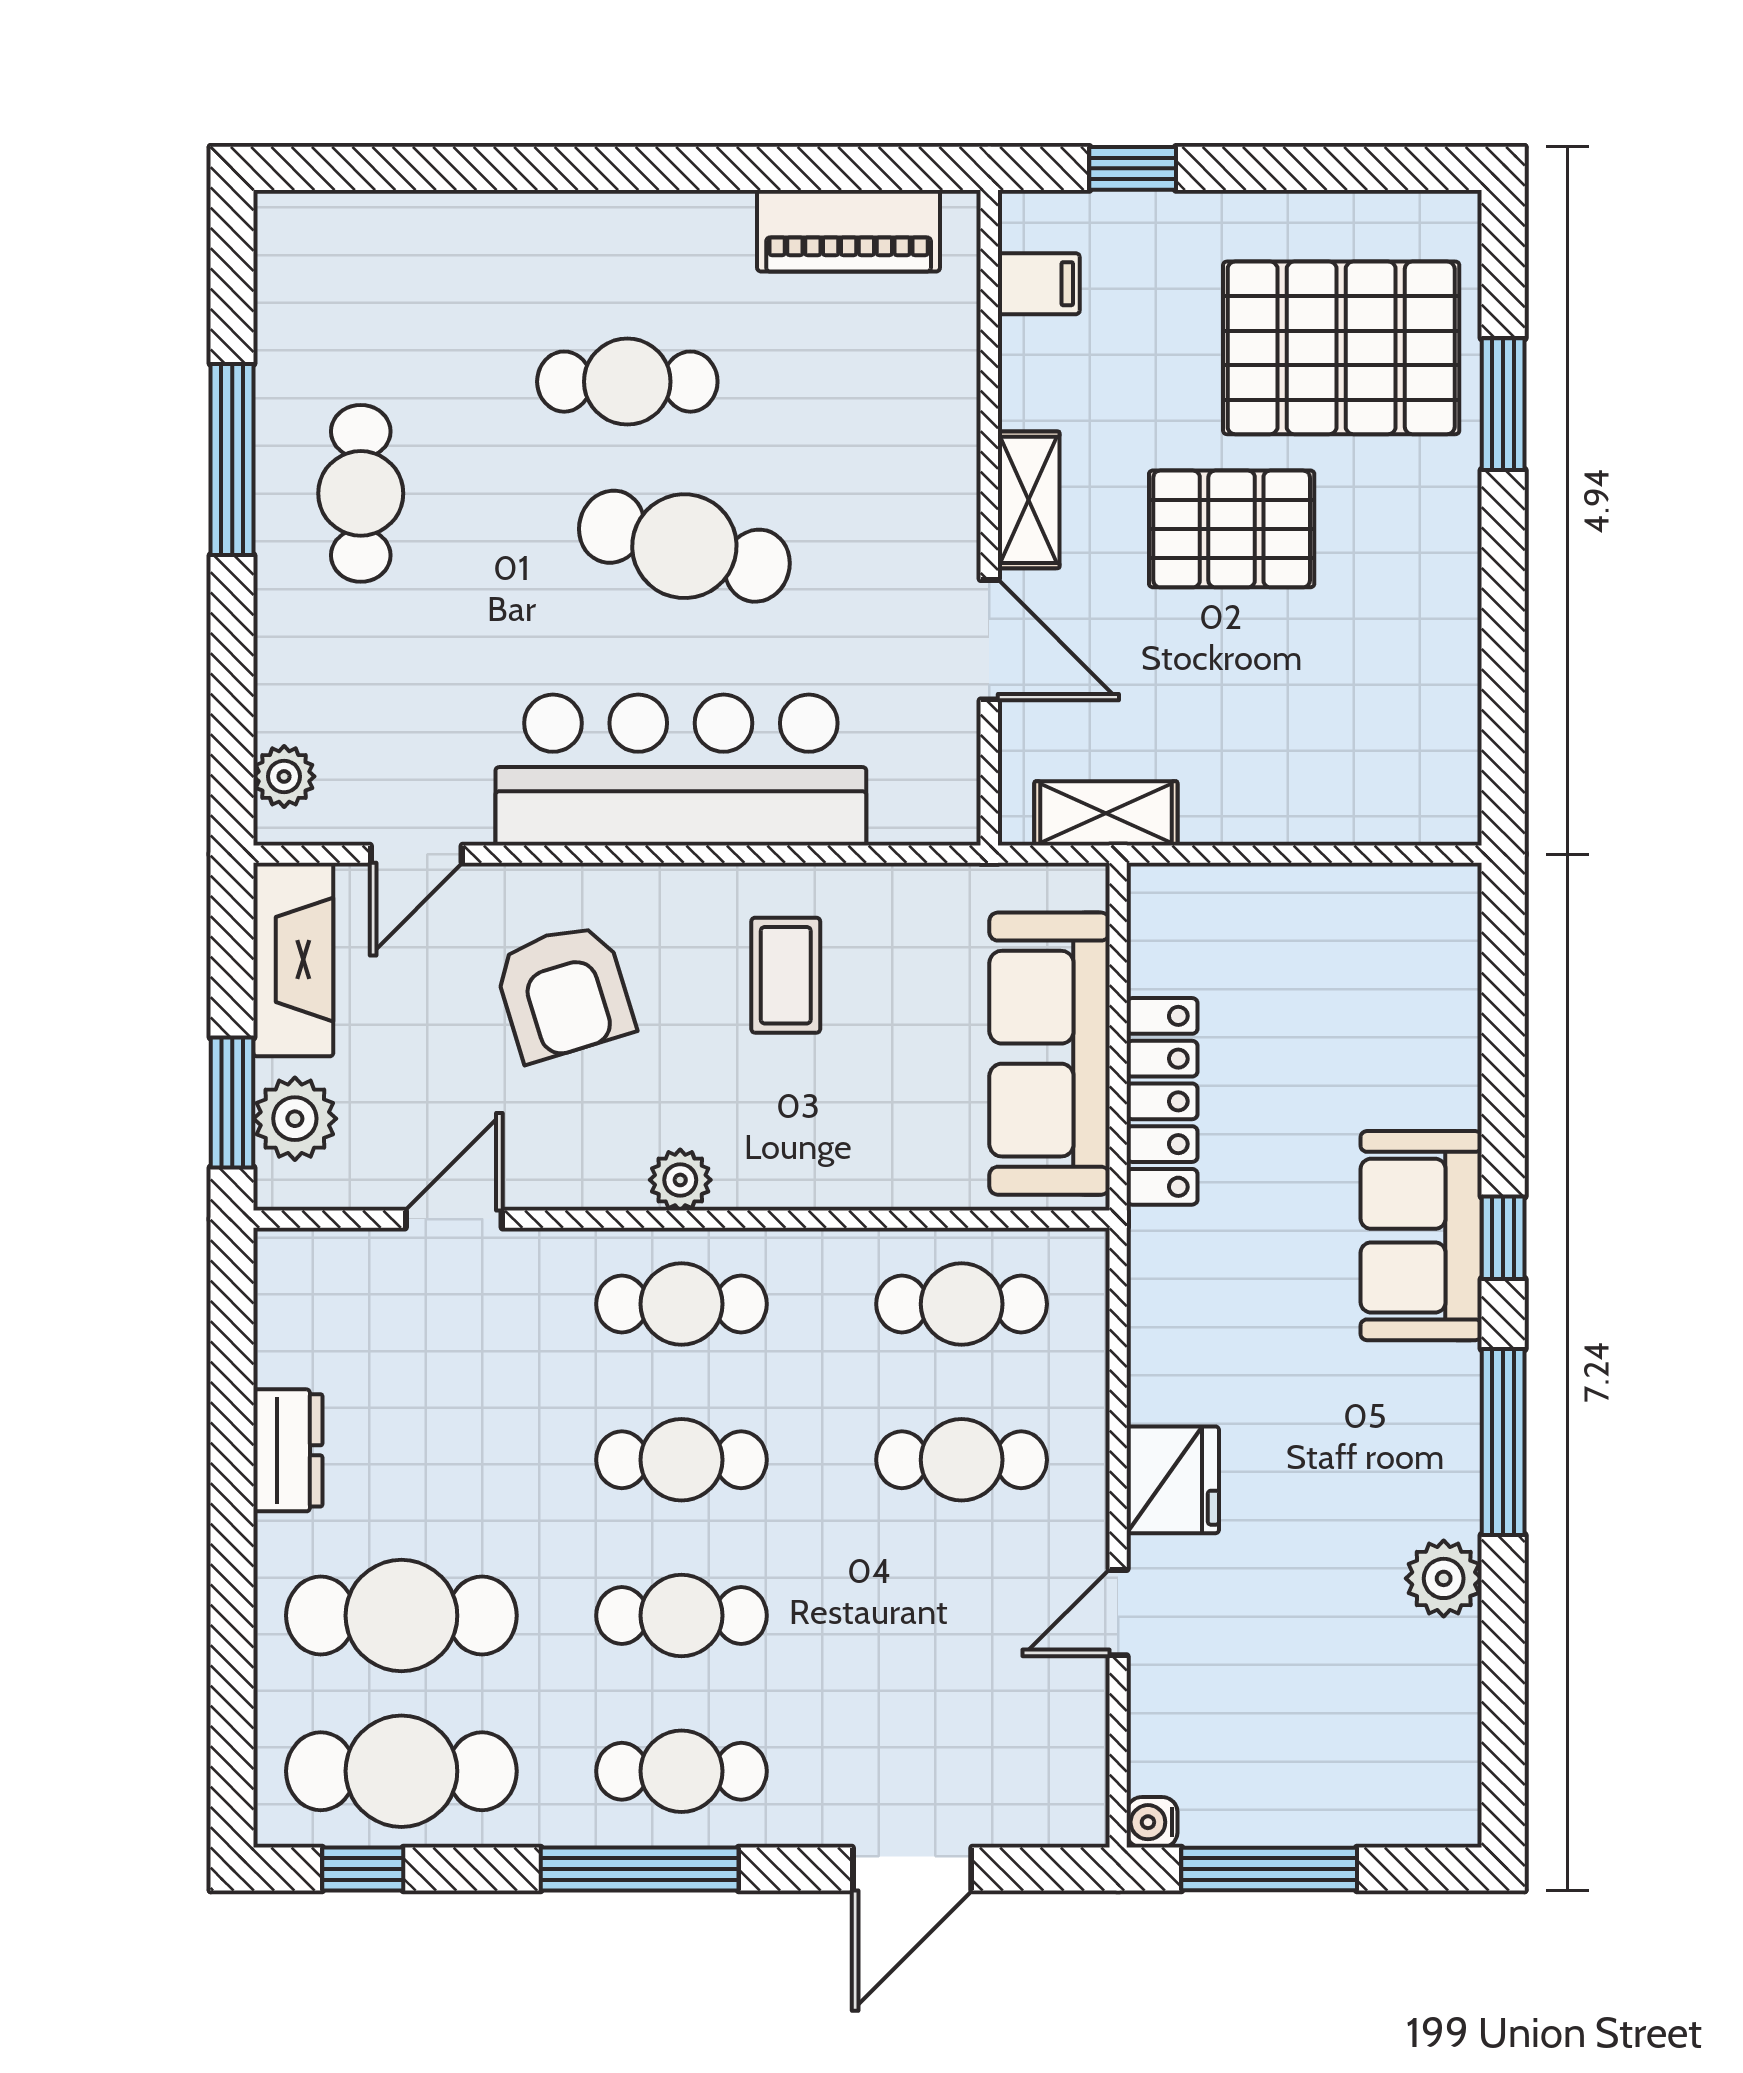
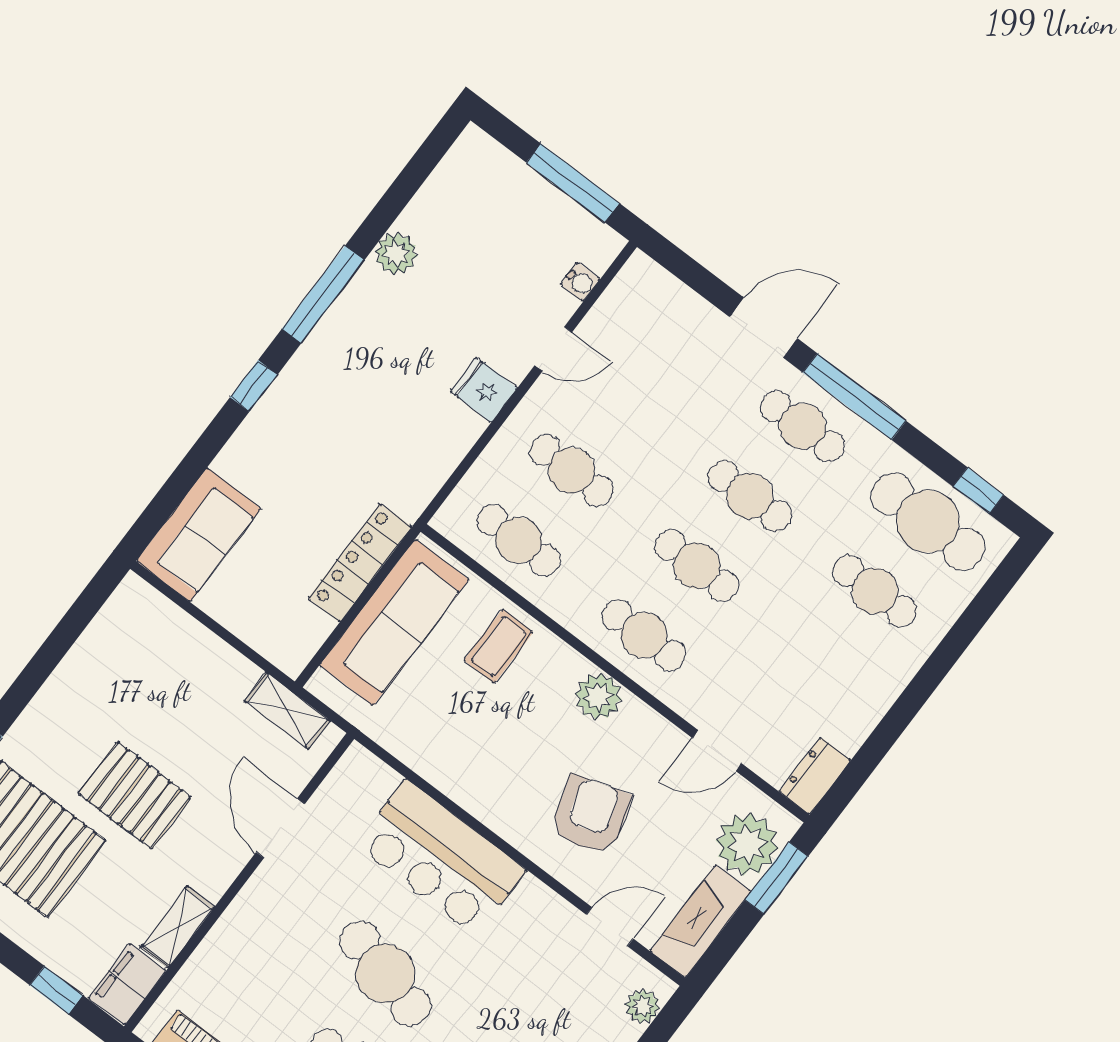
filing cabinet: (1039, 284) -> (127, 984), width x2.00
shelving: (1029, 500) -> (178, 927), moved
bar counter: (681, 770) -> (441, 858), width x0.73
coffee table: (786, 975) -> (499, 646), moved
plant: (295, 1119) -> (747, 844), width x1.36, depth x1.36
plant: (680, 1180) -> (598, 696), width x1.38, depth x1.38
sofa: (1421, 1236) -> (199, 535), moved
dresser: (288, 1450) -> (815, 776), moved
fridge: (1173, 1480) -> (484, 390), width x0.72
cafe table: (401, 1616) -> (875, 591), width x0.73, depth x0.74
water cooler: (1152, 1822) -> (580, 282), moved
door: (912, 1869) -> (764, 328), moved

